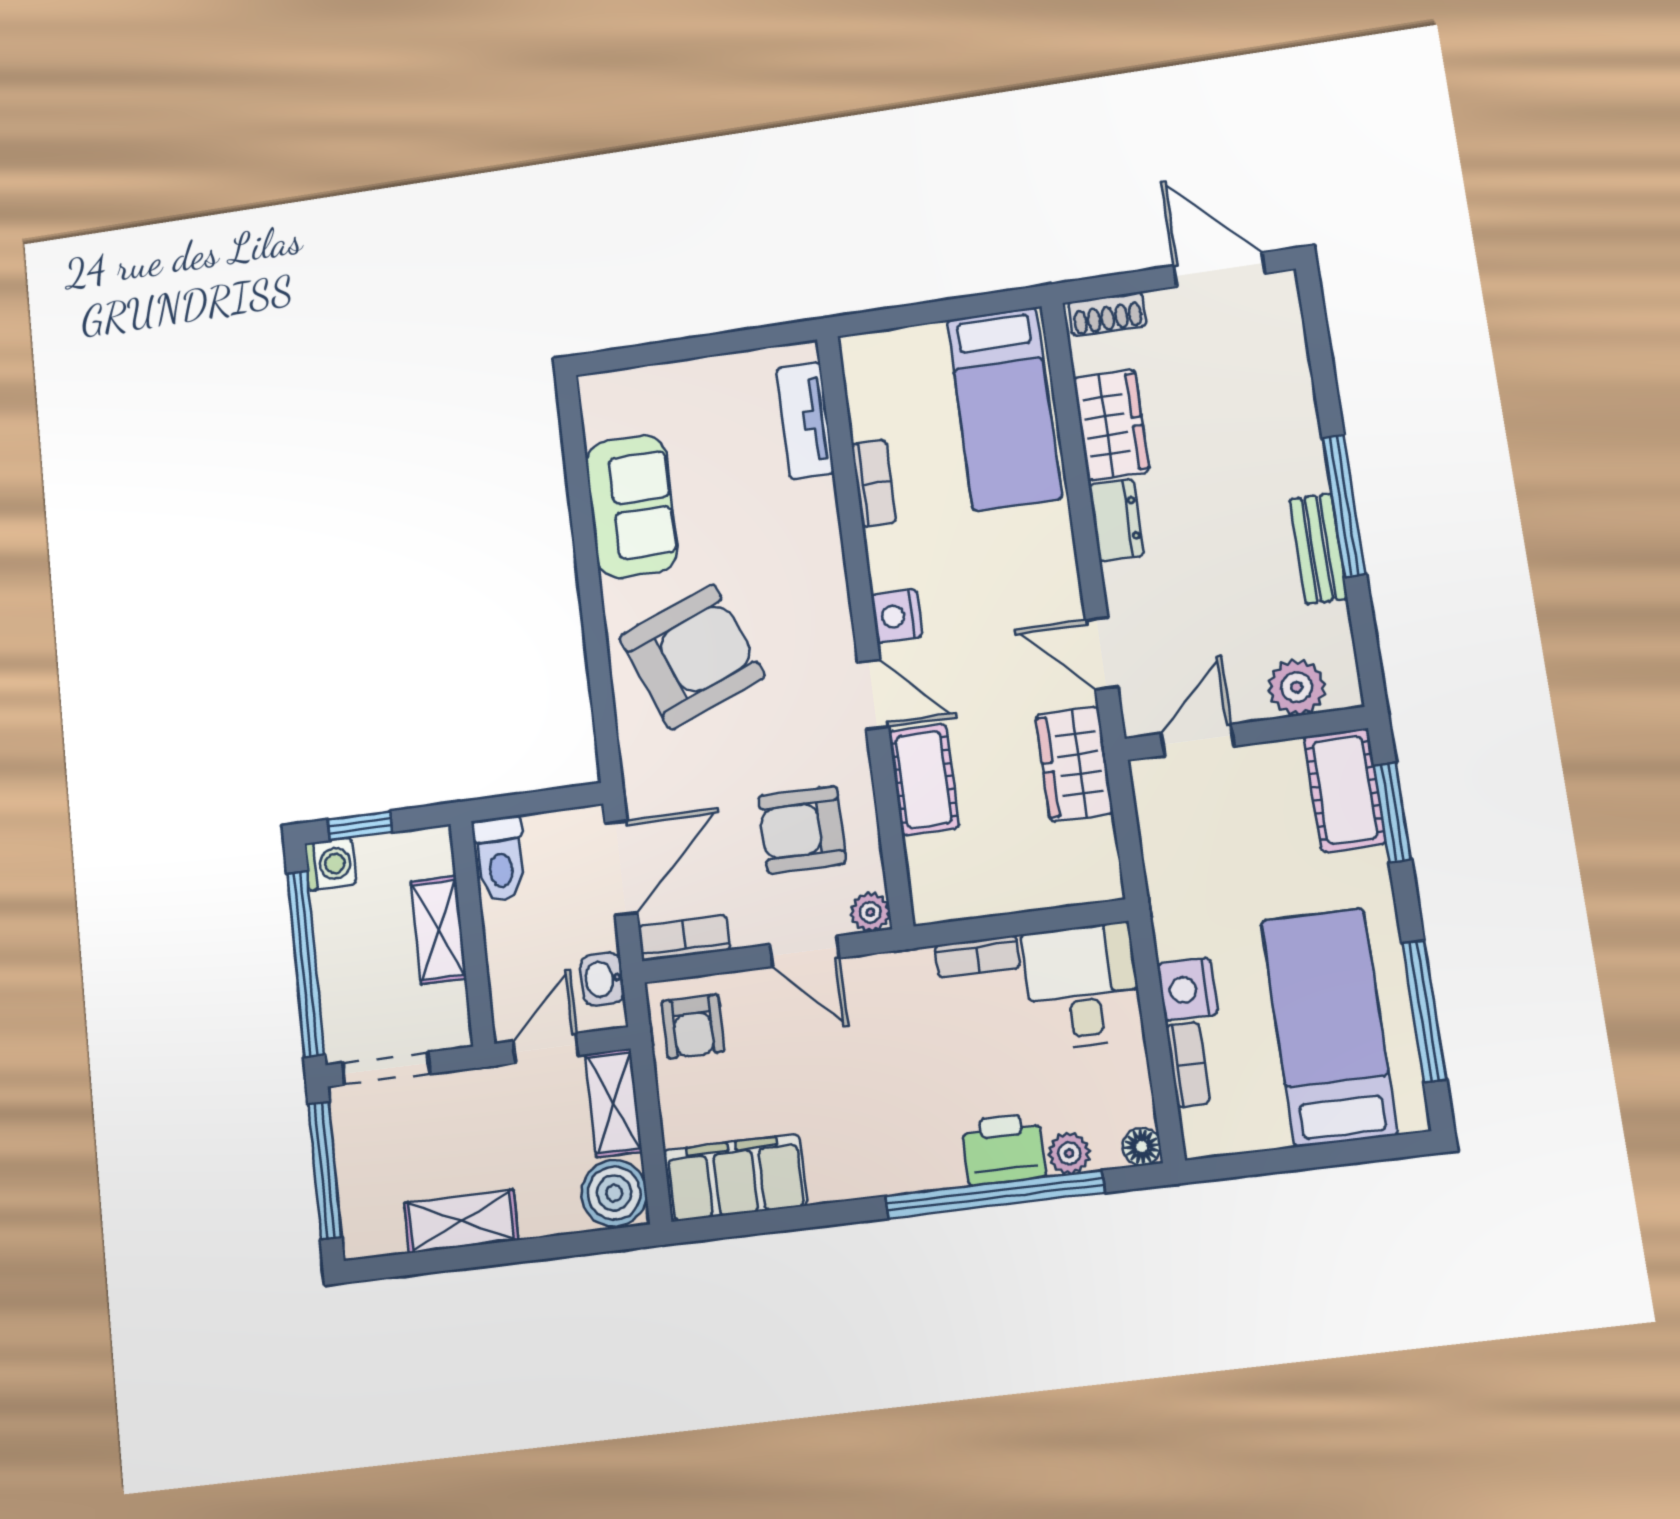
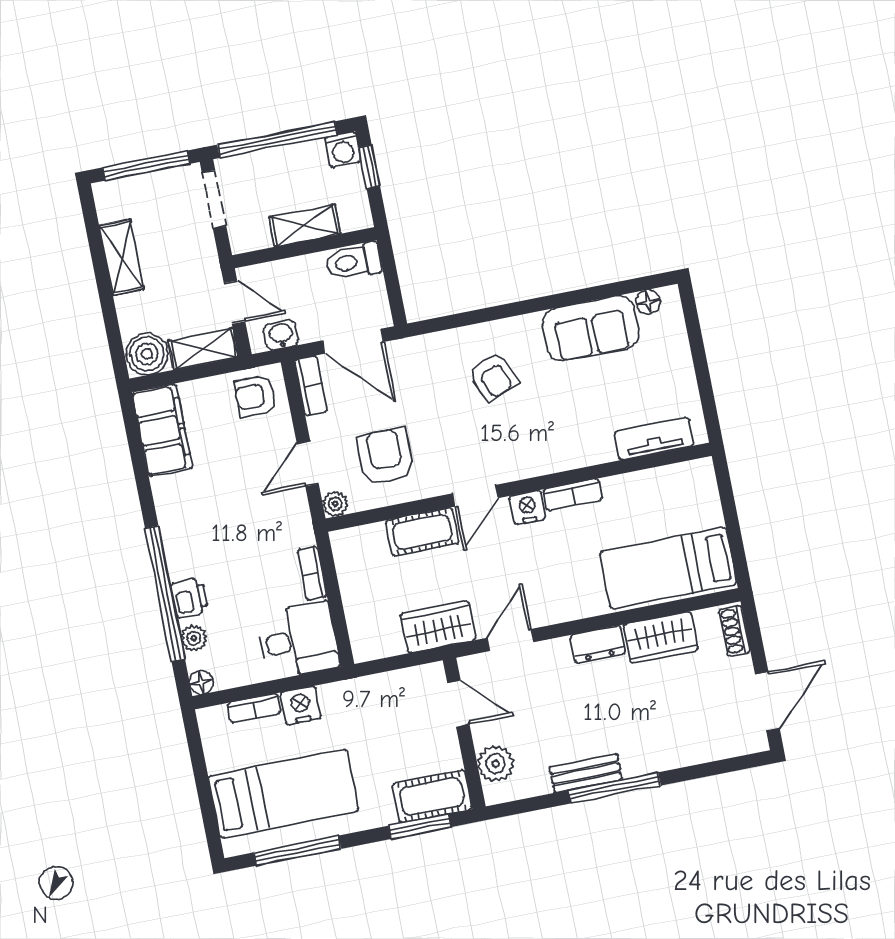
floor lamp: (599, 420) -> (648, 302), added
bookcase: (874, 483) -> (573, 495), moved
armchair: (692, 657) -> (493, 376), width x0.53, depth x0.53
printer: (1004, 1149) -> (189, 598), width x0.73, depth x0.81

